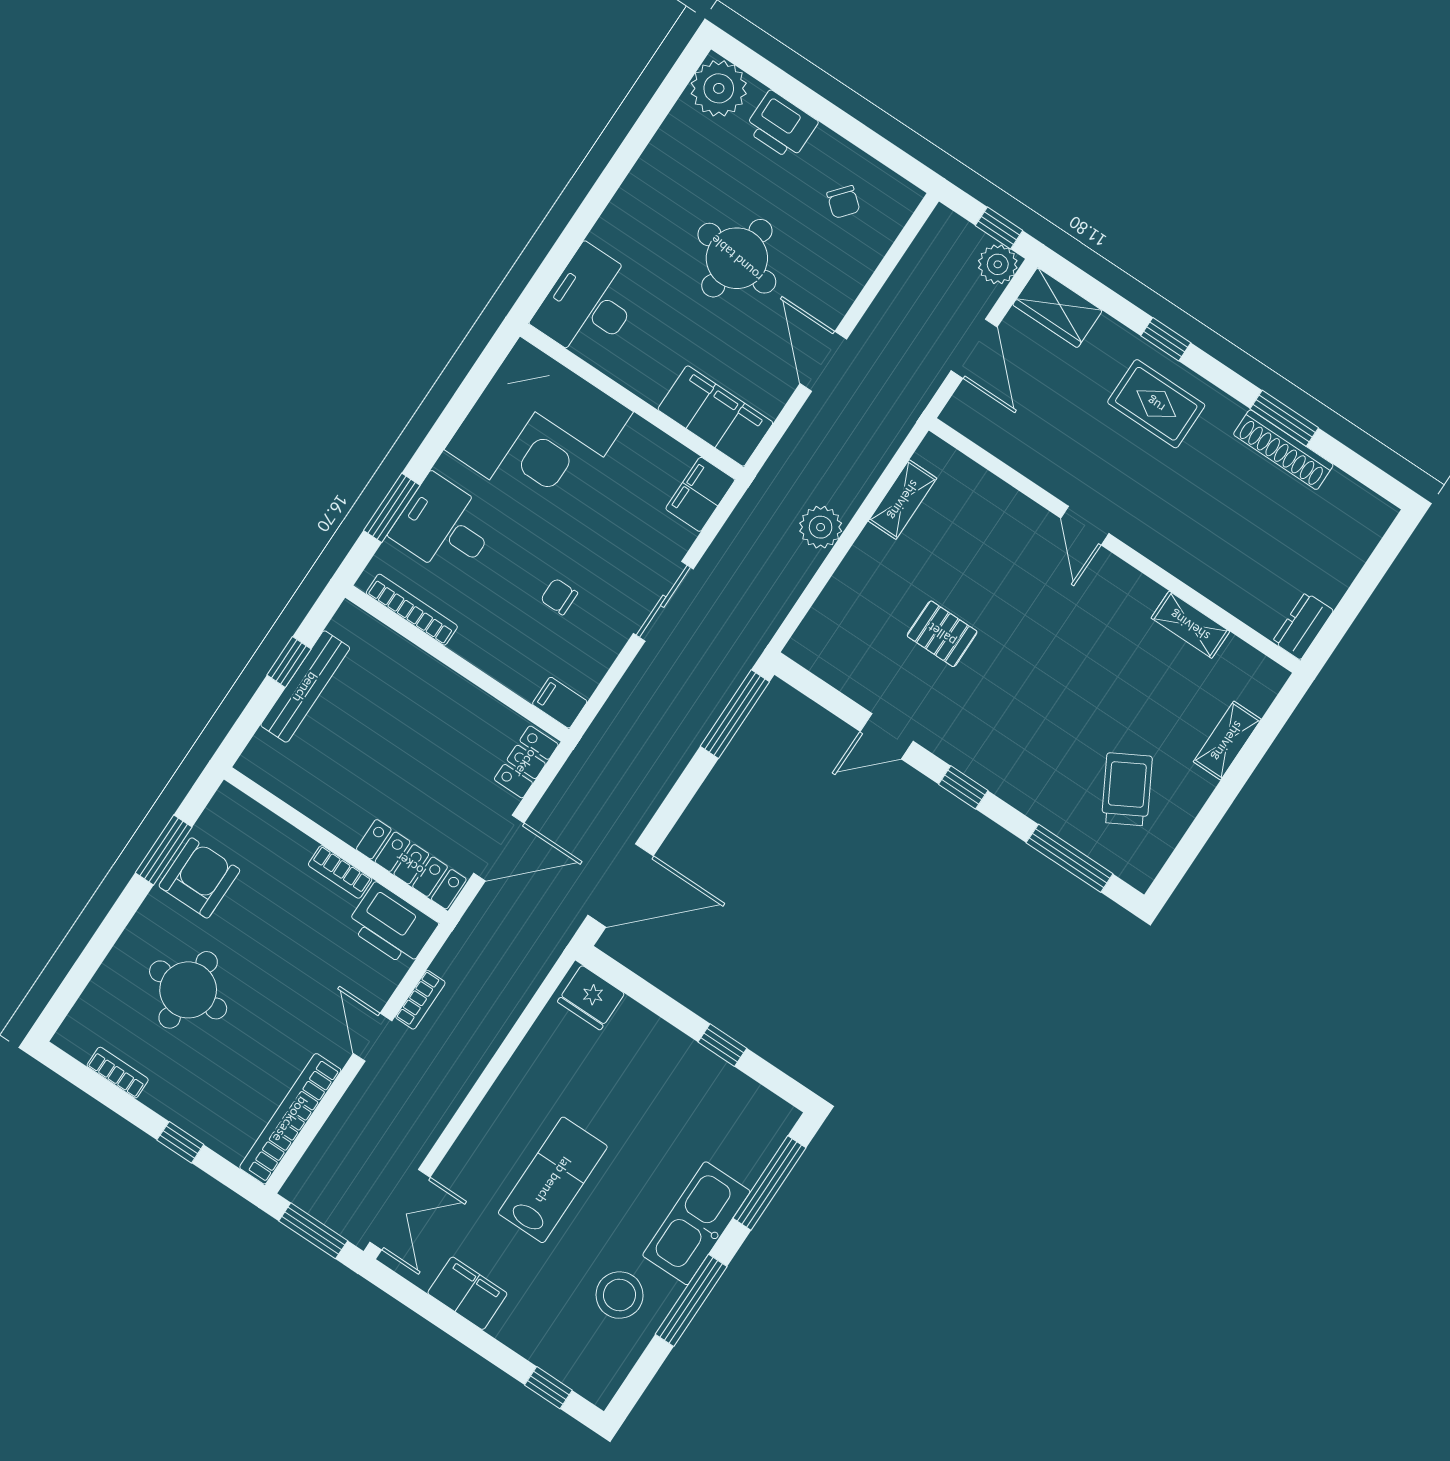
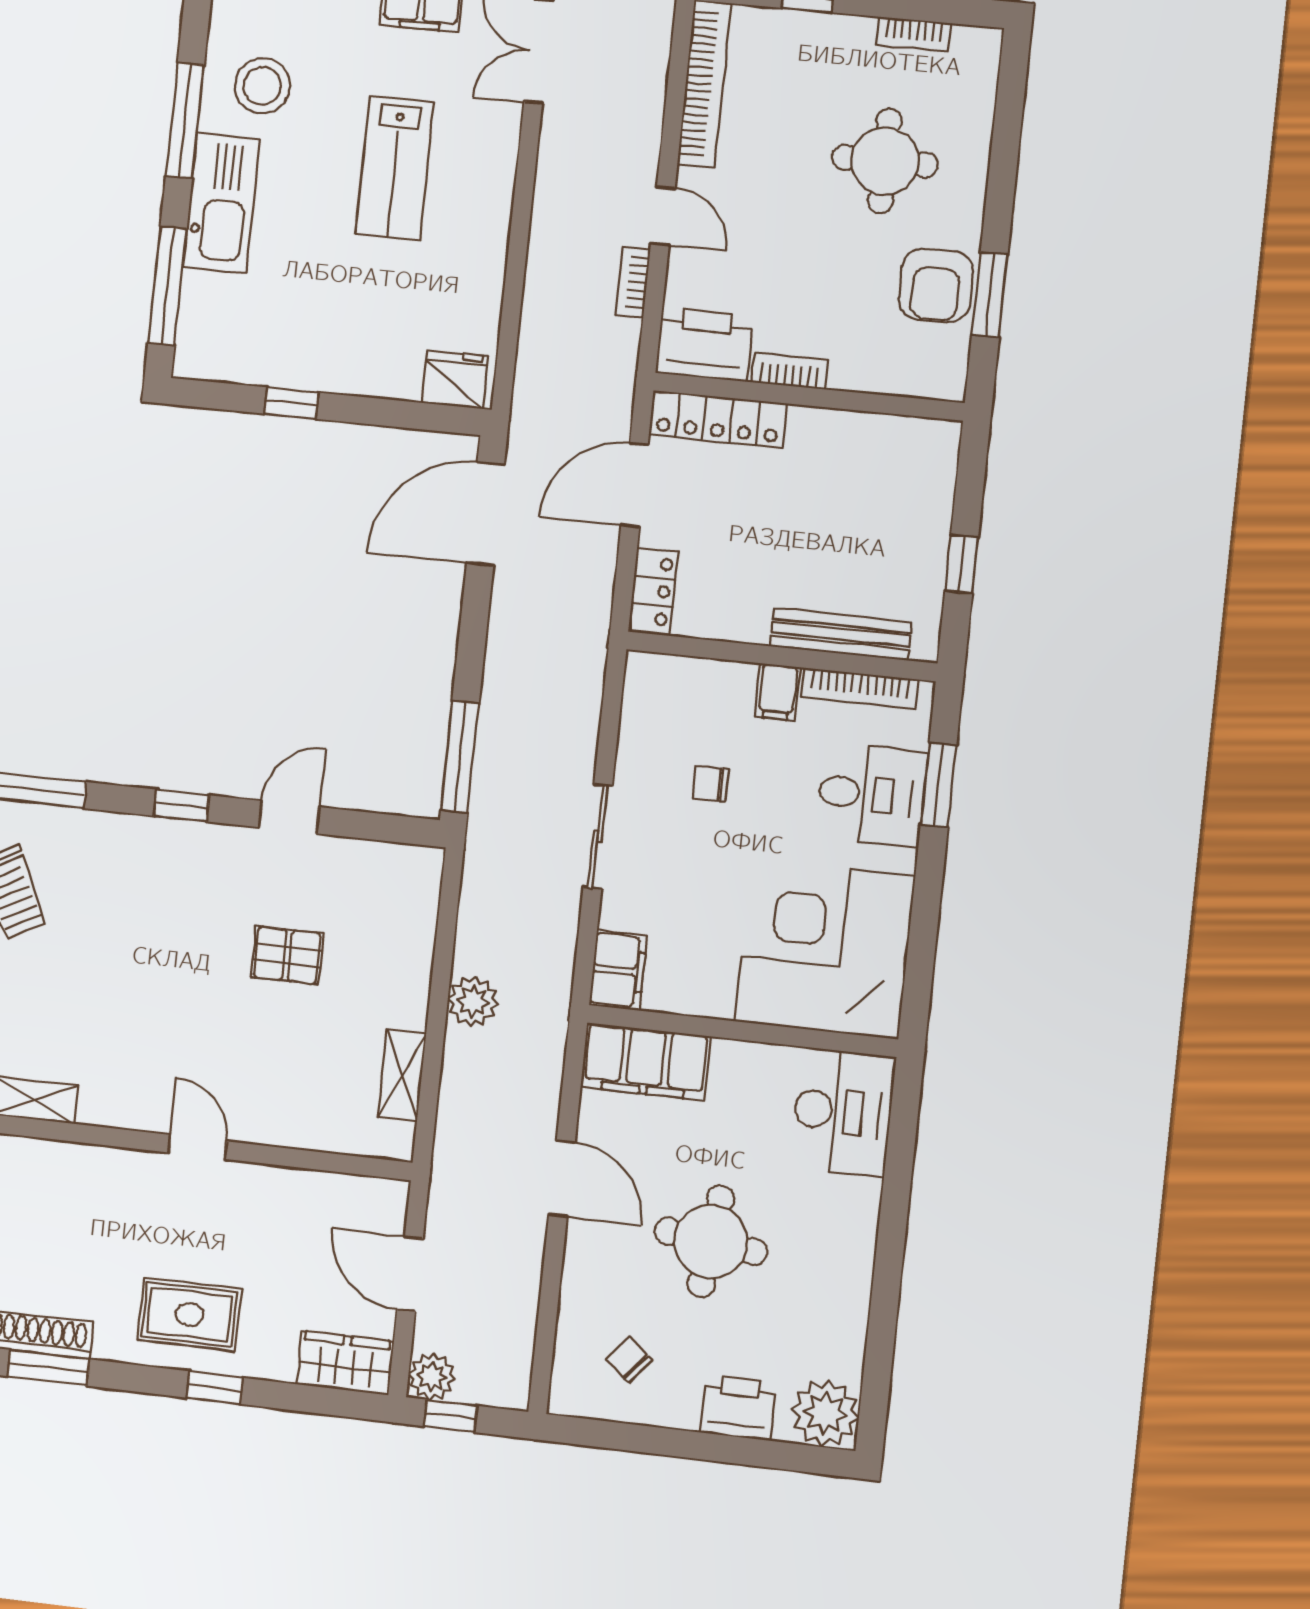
chair: (559, 597) -> (711, 784), turned 180
bench: (305, 687) -> (841, 634), moved, turned 90
filing cabinet: (560, 703) -> (778, 692), moved, turned 90

